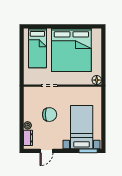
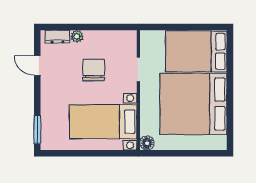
bed: (37, 48) -> (196, 51), width x1.50
chair: (50, 115) -> (94, 70), turned 180
bed with nightstands: (82, 127) -> (103, 122), moved, turned 180

